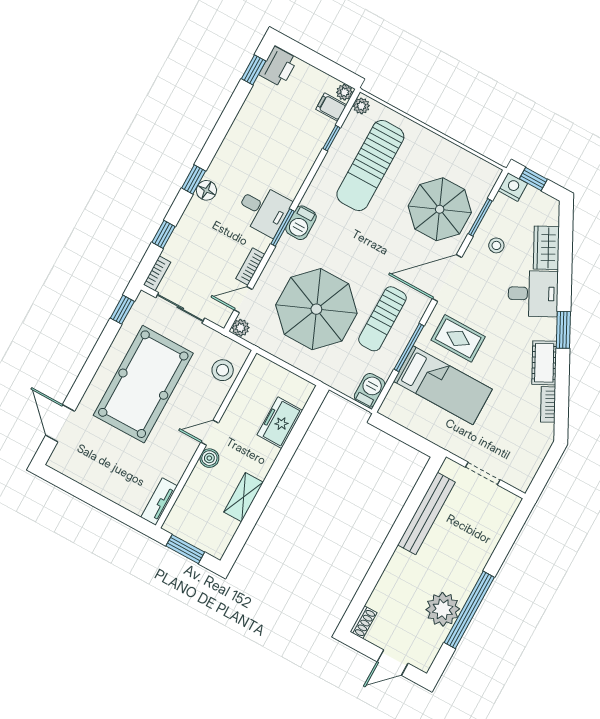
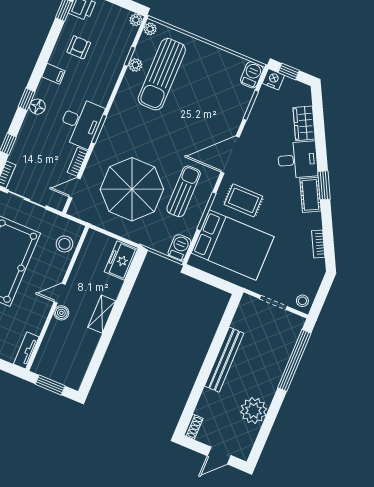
filing cabinet: (331, 107) -> (53, 74), moved, turned 180
armchair: (267, 120) -> (79, 47), added
parasol: (440, 209) -> (219, 102), removed
desk: (263, 210) -> (81, 122), width x1.37
barbecue: (301, 223) -> (252, 75), moved, turned 180
stool: (496, 245) -> (302, 301), moved
sun lounger: (382, 319) -> (184, 191), turned 180
plant: (241, 328) -> (135, 65), moved
cot: (544, 363) -> (310, 195), moved
bed: (443, 385) -> (233, 245), width x1.50
freezer: (280, 423) -> (121, 260), moved
shelving: (244, 497) -> (102, 314), moved
bench: (426, 514) -> (224, 360), moved
window: (469, 610) -> (294, 360), moved

